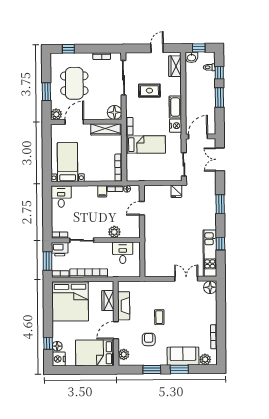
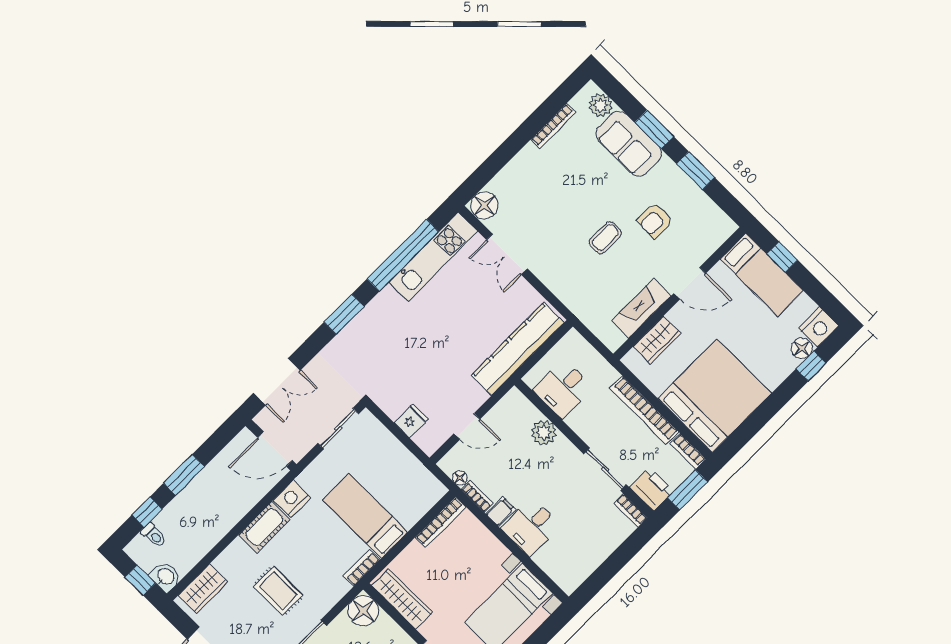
fridge: (176, 191) -> (411, 421), moved
desk: (61, 197) -> (531, 527), moved
window: (220, 244) -> (403, 255), width x3.17
kitchen counter: (151, 251) -> (518, 349), added
bed: (95, 353) -> (762, 275), width x0.67
plant: (124, 354) -> (715, 236), removed
window: (94, 370) -> (782, 257), added

